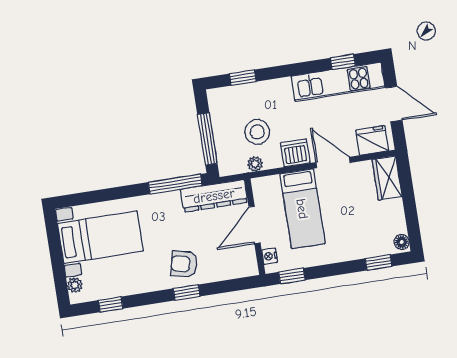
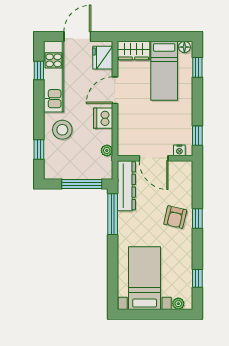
stool: (257, 132) -> (62, 130), moved
bed: (302, 209) -> (164, 71), moved, turned 90

